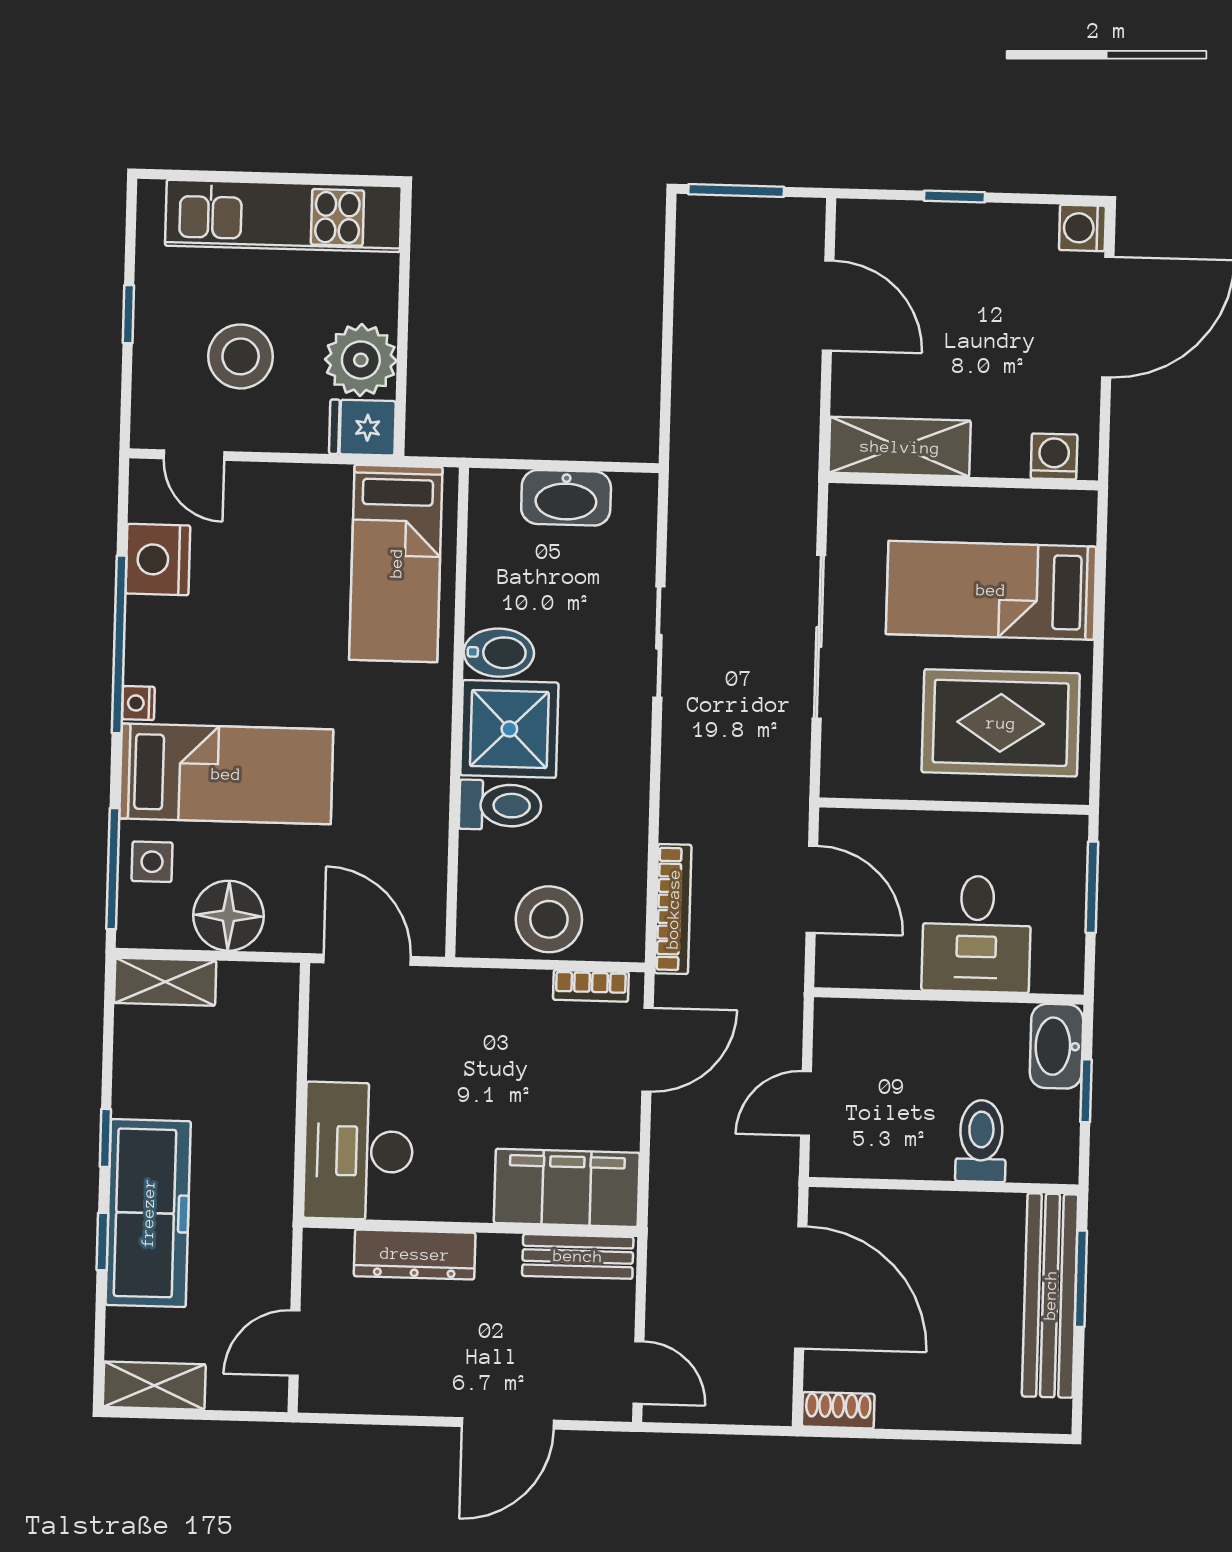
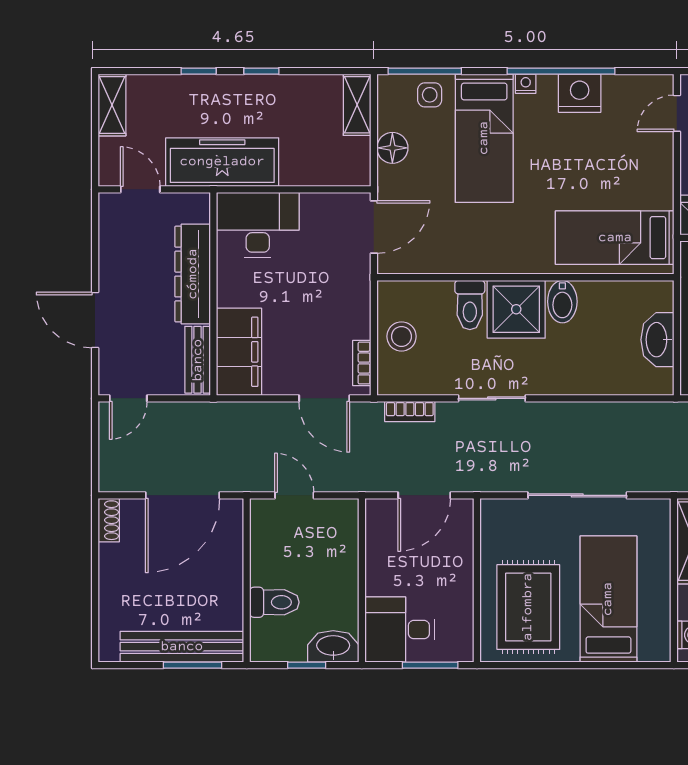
nightstand: (158, 560) -> (580, 93), moved
sliding door: (659, 642) -> (492, 398), moved
bookcase: (673, 909) -> (410, 412), width x0.64
floor lamp: (229, 916) -> (392, 148), width x0.73, depth x0.73
stool: (549, 919) -> (402, 336), width x0.73, depth x0.73
desk: (977, 934) -> (400, 630), moved
freezer: (148, 1213) -> (222, 162), moved, turned 180
dresser: (415, 1254) -> (193, 274), width x1.37, depth x1.24

